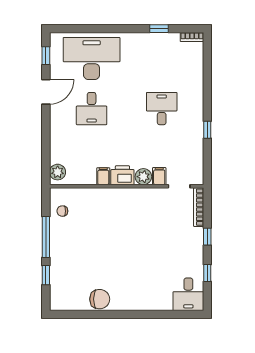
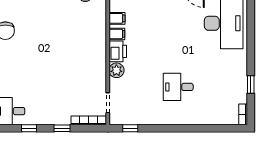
desk: (92, 109) -> (178, 23), removed
desk: (162, 109) -> (178, 87), turned 180
window: (207, 130) -> (130, 128), moved
filing cabinet: (159, 176) -> (117, 18), moved

